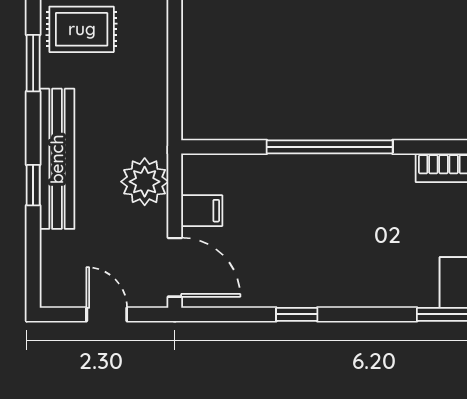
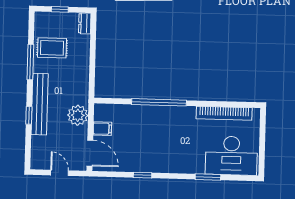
window: (33, 63) -> (30, 62), width x1.44

